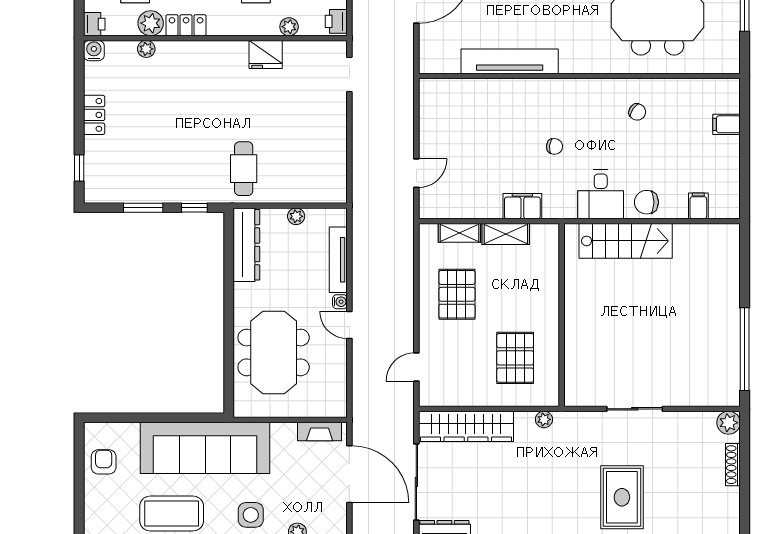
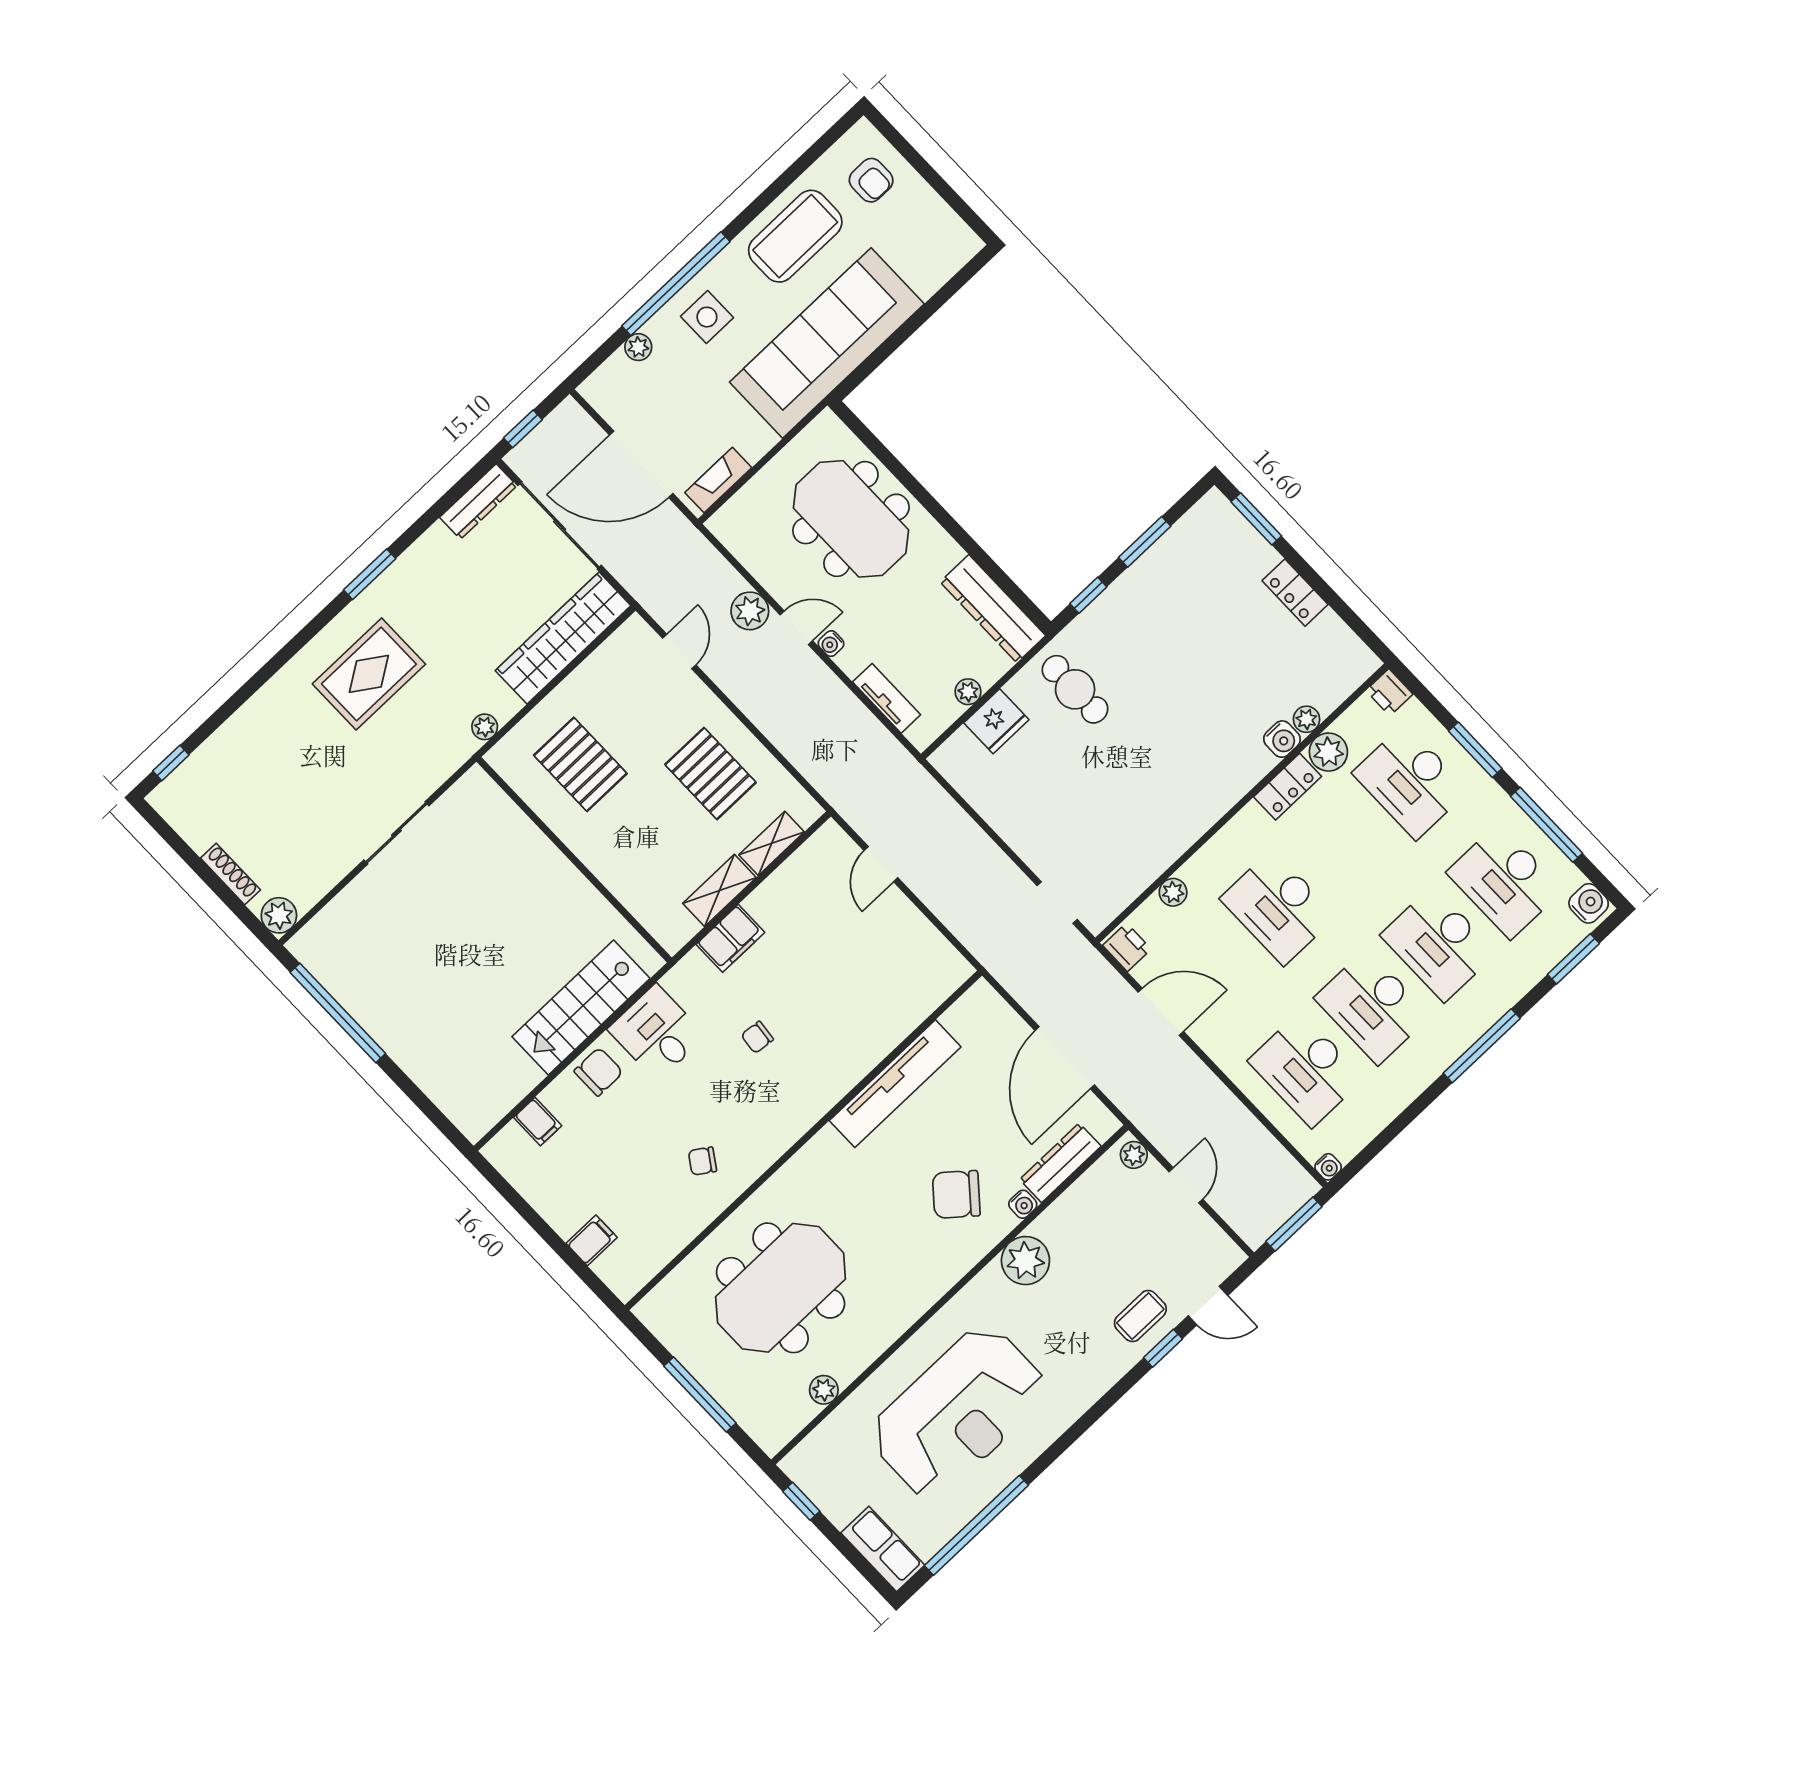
water cooler: (94, 51) -> (1282, 739), moved
fridge: (266, 54) -> (996, 721), moved, turned 180
window: (79, 168) -> (1256, 519), width x1.50
tv unit: (338, 260) -> (887, 698), width x0.71
plant: (364, 354) -> (750, 611), added
armchair: (104, 462) -> (871, 180), moved
rug: (622, 497) -> (369, 674), moved, turned 90

